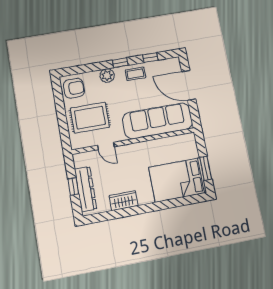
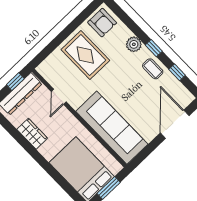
sofa: (158, 121) -> (112, 128), moved
wall: (133, 141) -> (79, 118), moved
door: (106, 146) -> (59, 97), moved

